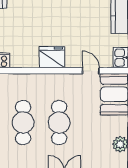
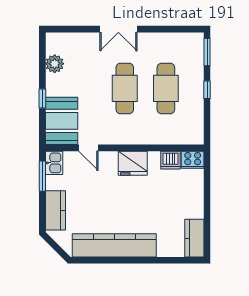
dishwasher: (19, 60) -> (171, 160), added

